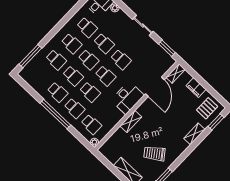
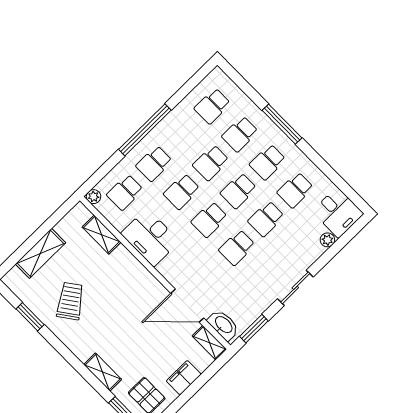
window: (30, 56) -> (282, 124), moved
washbasin: (165, 66) -> (223, 325), added
school desk: (58, 92) -> (212, 106), moved
desk: (127, 98) -> (150, 237), moved
shelving: (131, 121) -> (101, 235), moved

